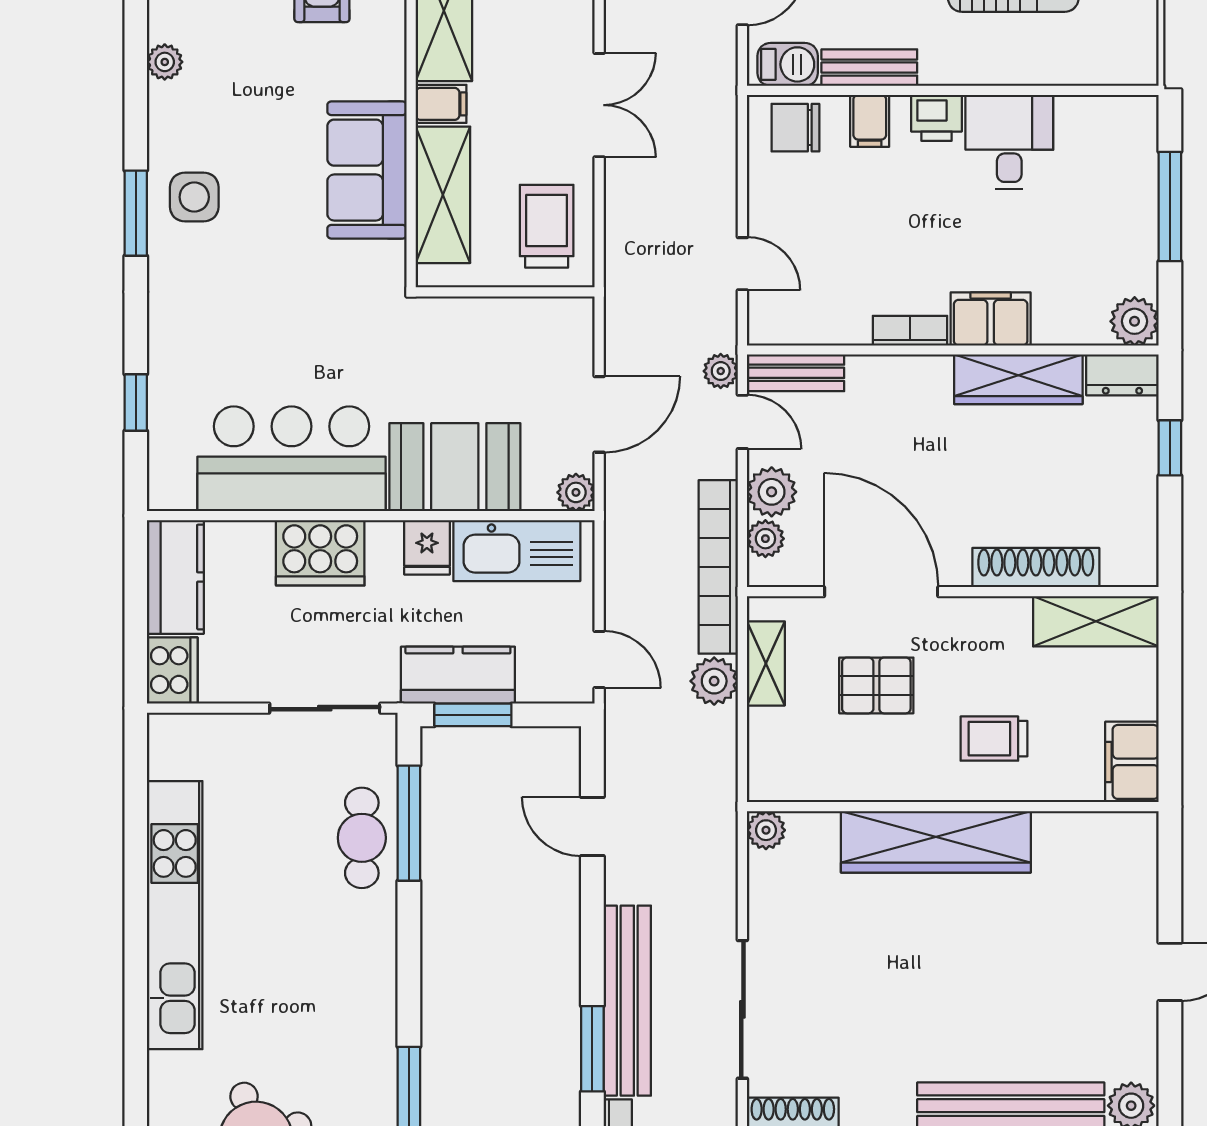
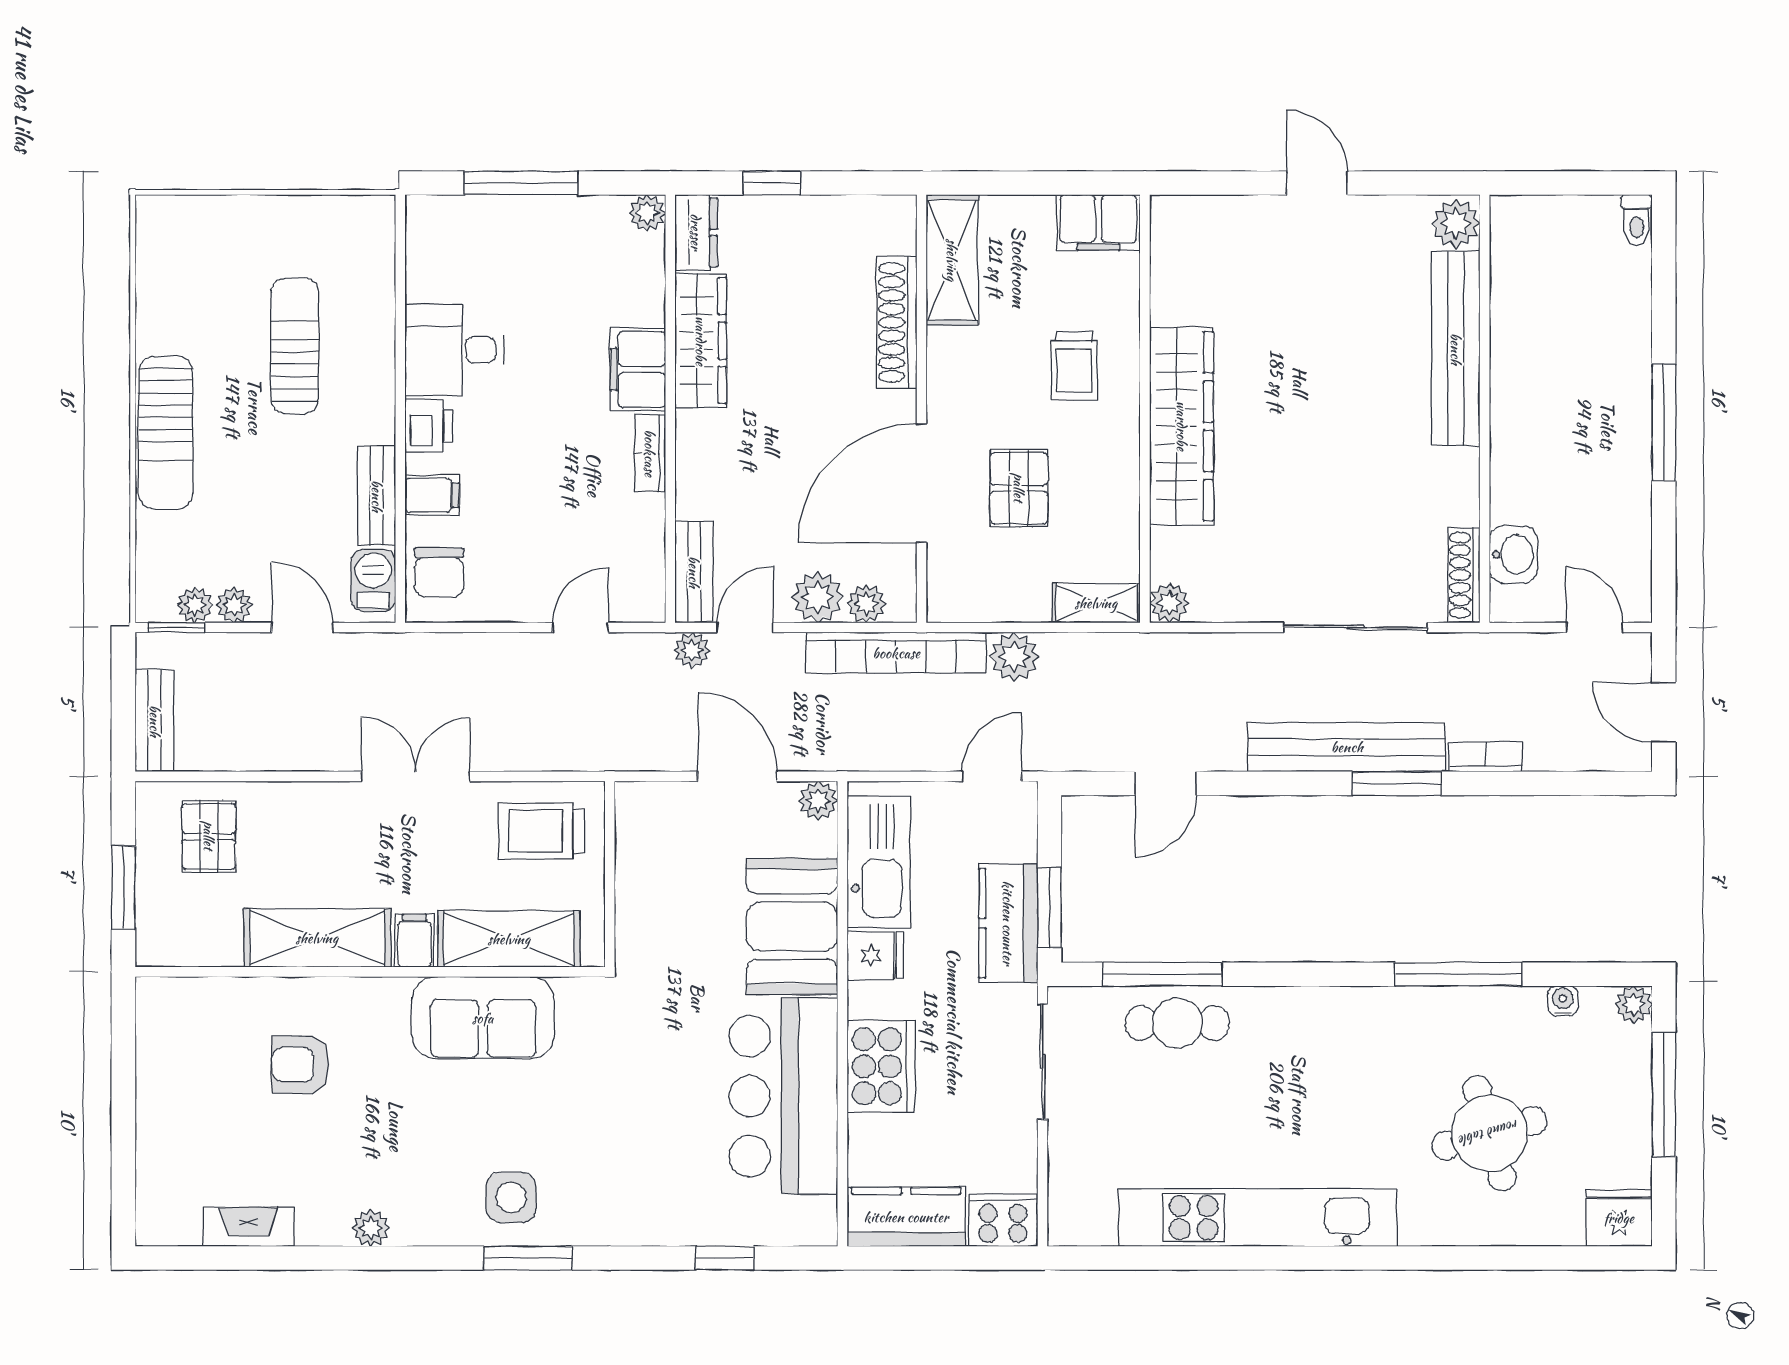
plant: (1135, 321) -> (647, 213), width x0.73, depth x0.73
shelving: (766, 663) -> (1096, 603), moved

